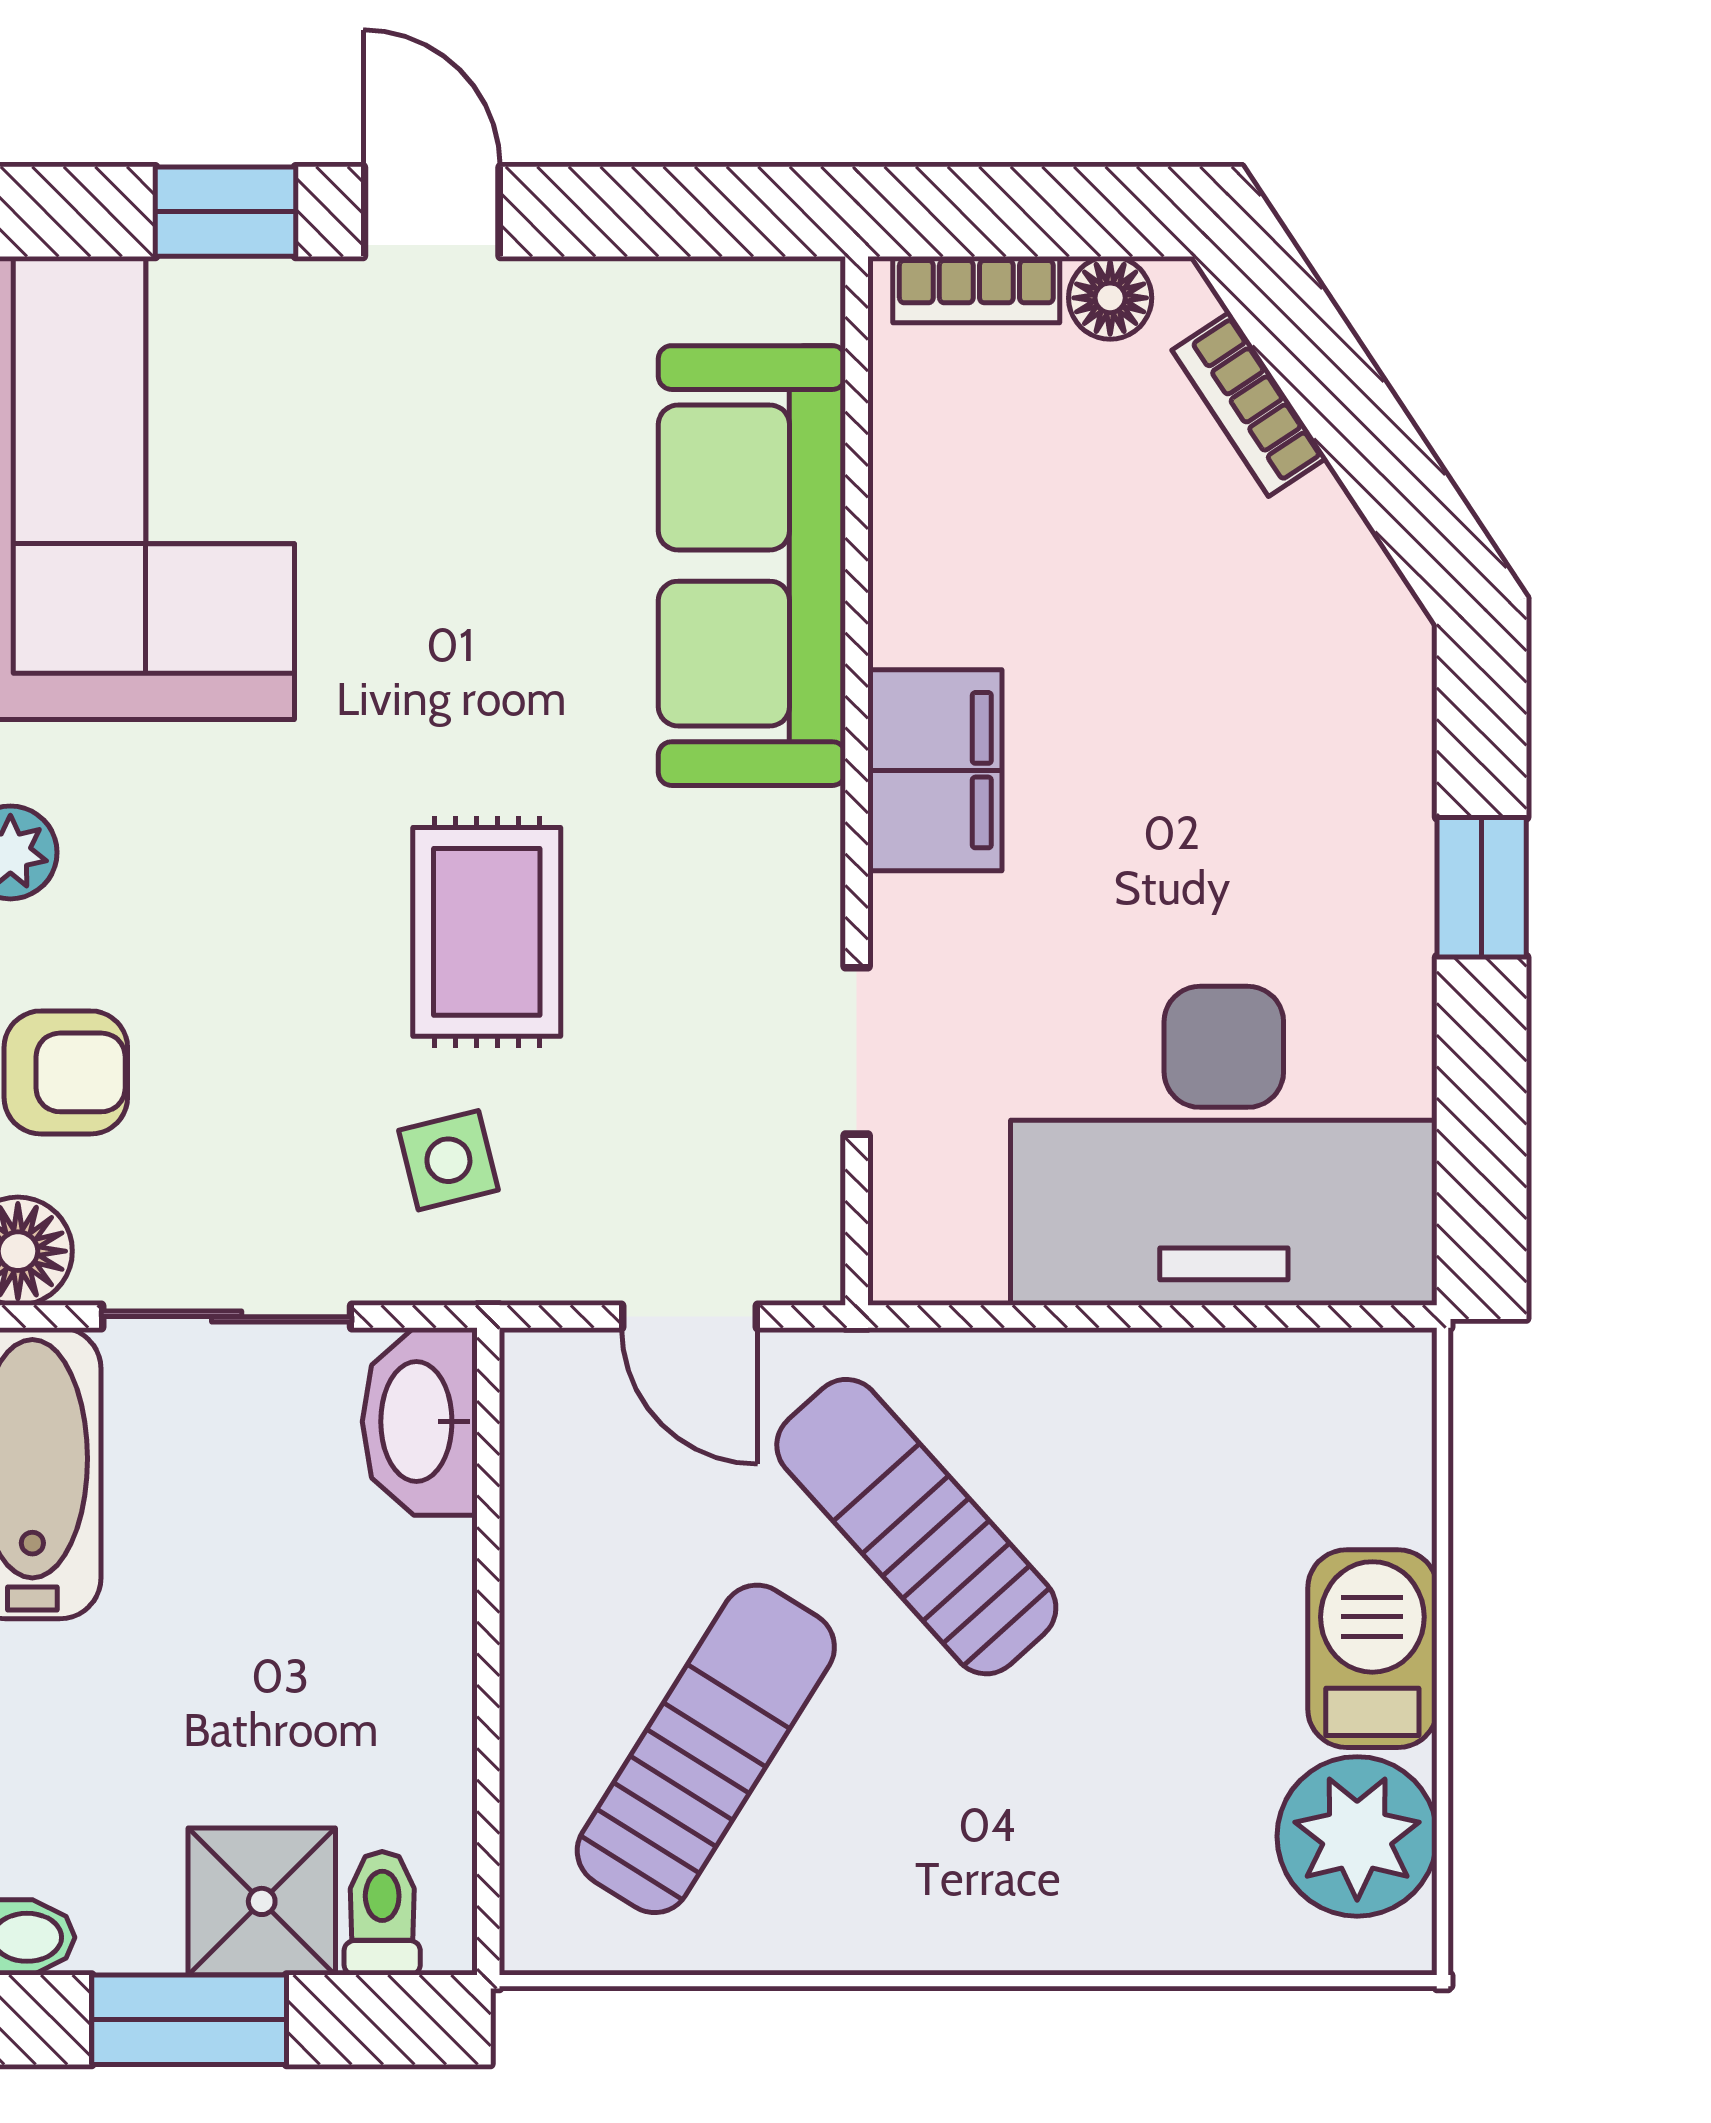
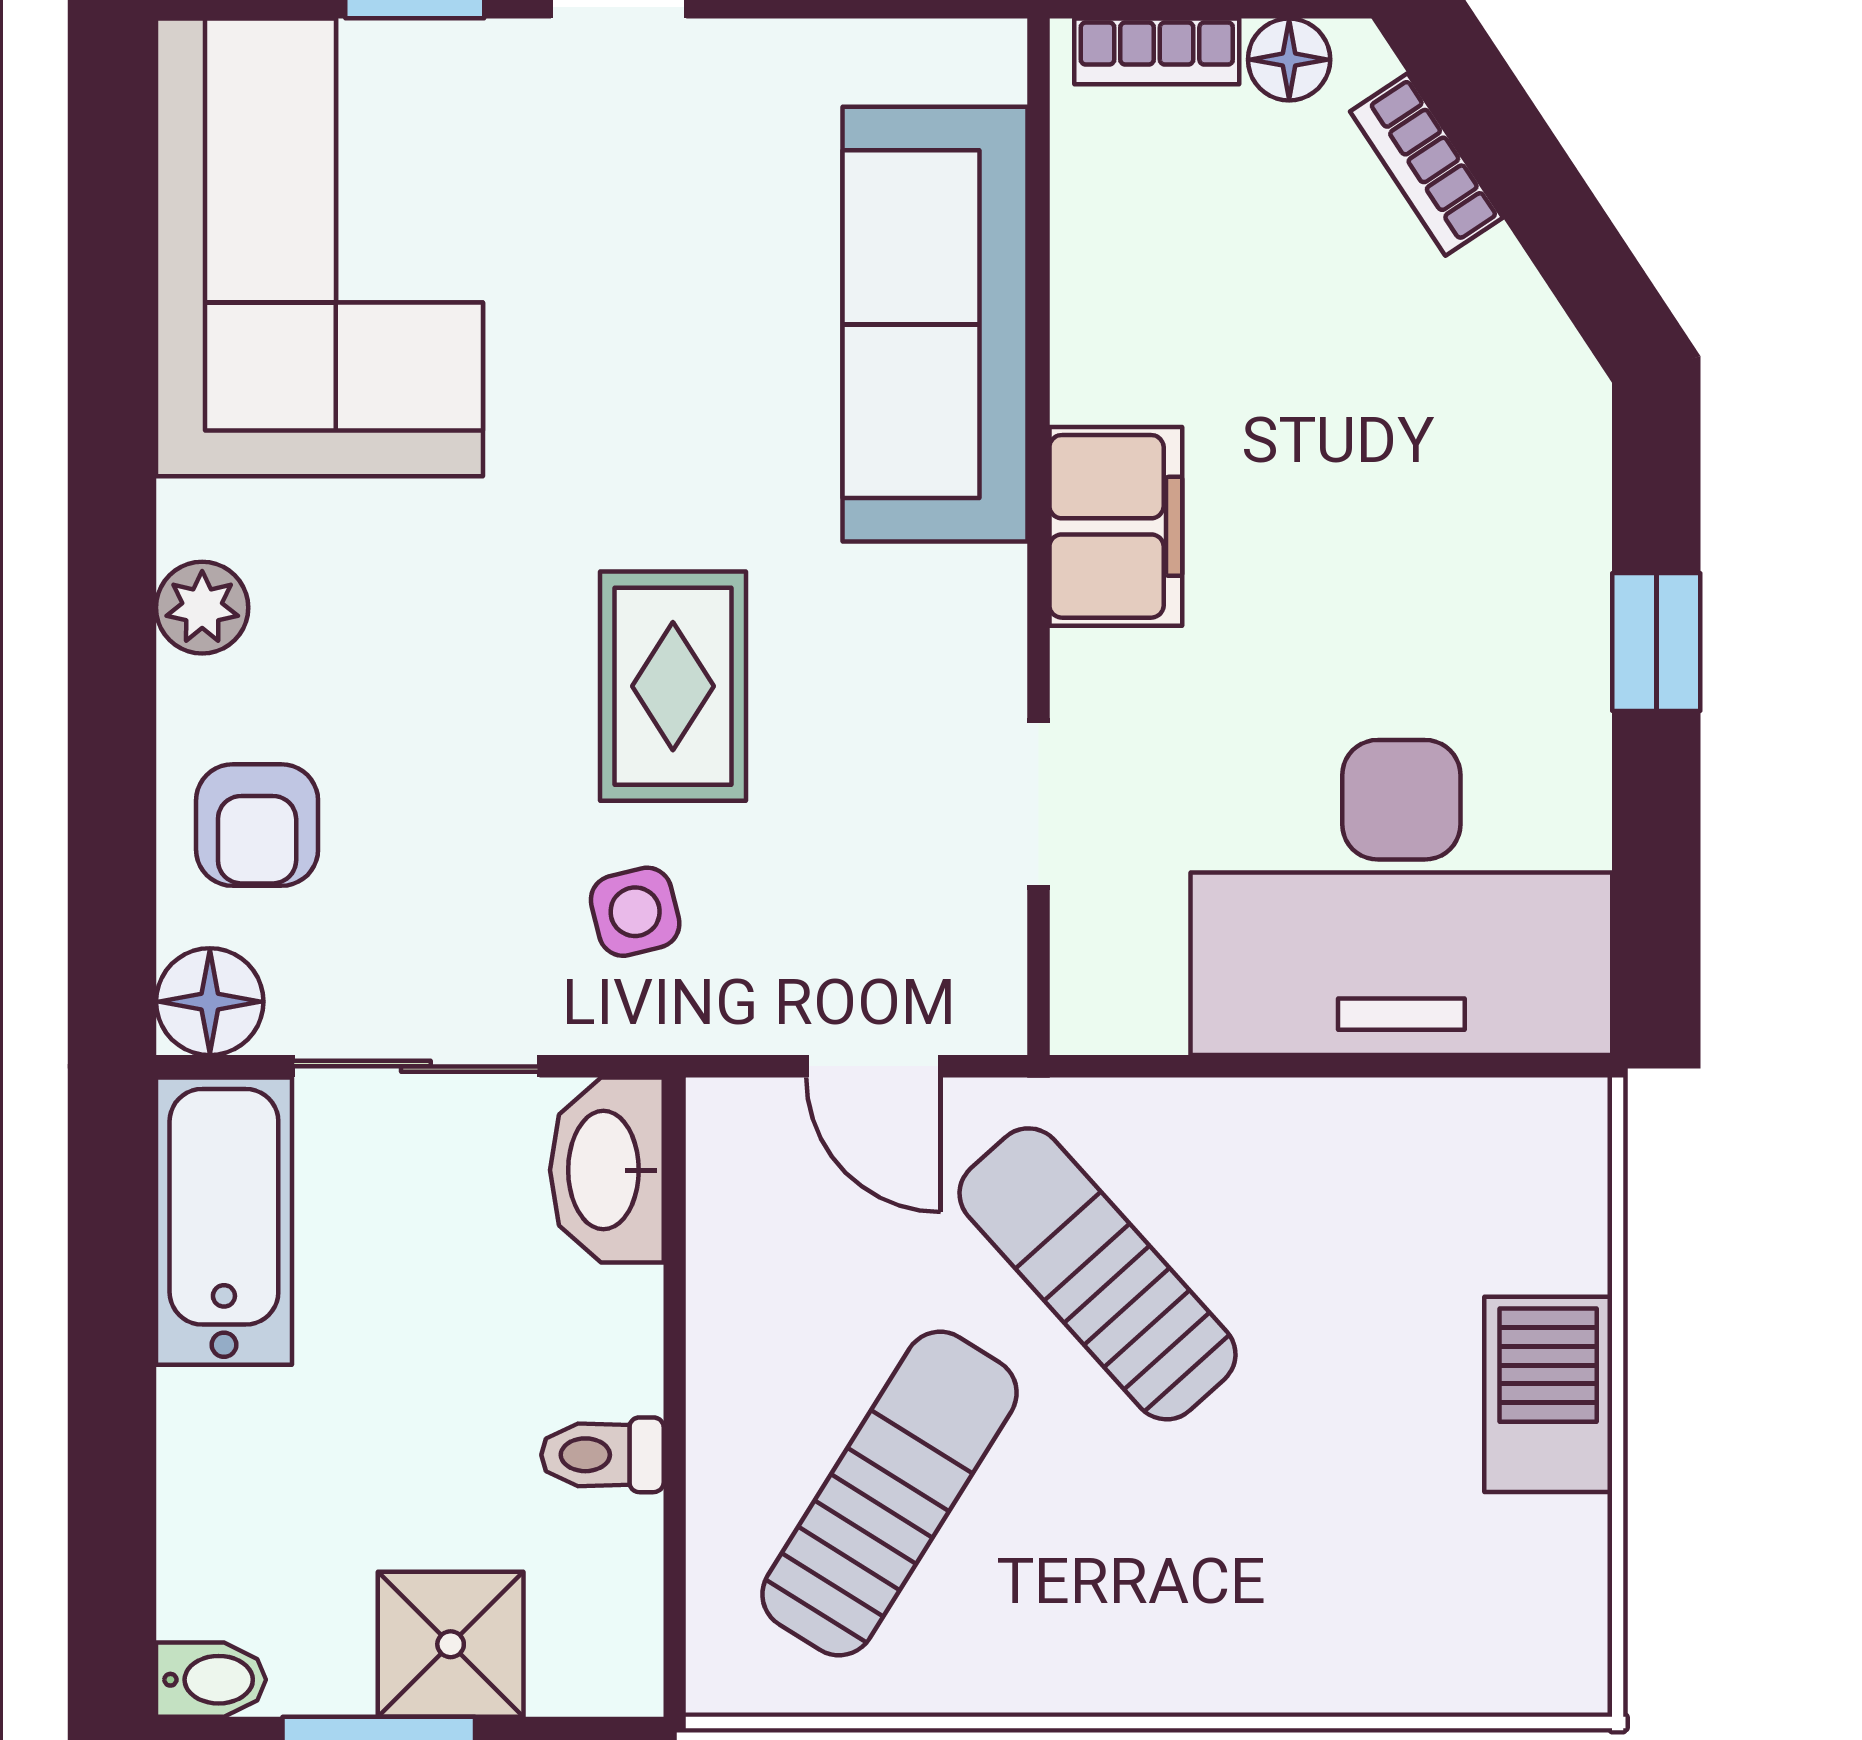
armchair: (66, 1072) -> (257, 825), turned 90
plant: (1357, 1836) -> (1533, 1580), removed
toilet: (382, 1913) -> (602, 1455), moved, turned -90

